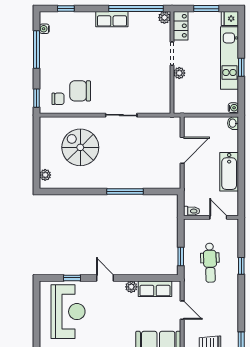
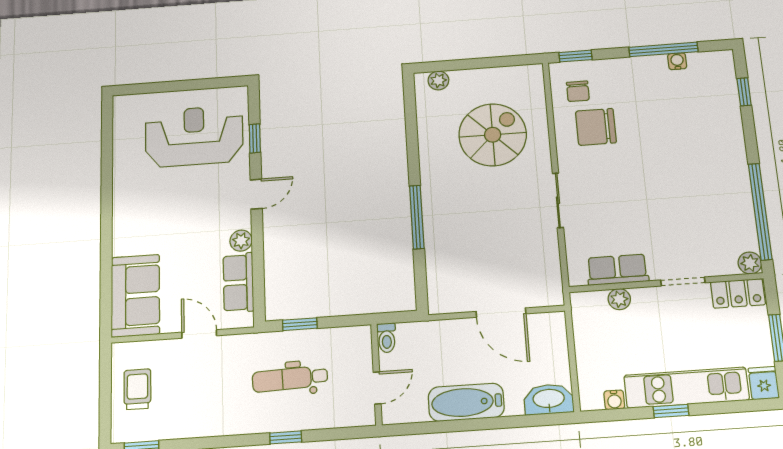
row of seats: (112, 19) -> (617, 270), moved, turned 90
water cooler: (44, 29) -> (677, 61), moved
plant: (179, 73) -> (619, 299), moved
chair: (80, 91) -> (596, 127), turned -90
water cooler: (233, 108) -> (614, 400), moved
washbasin: (233, 123) -> (549, 399), width x1.91, depth x1.45
door: (182, 310) -> (199, 334), swing flipped
reception desk: (68, 312) -> (194, 136), turned 180

